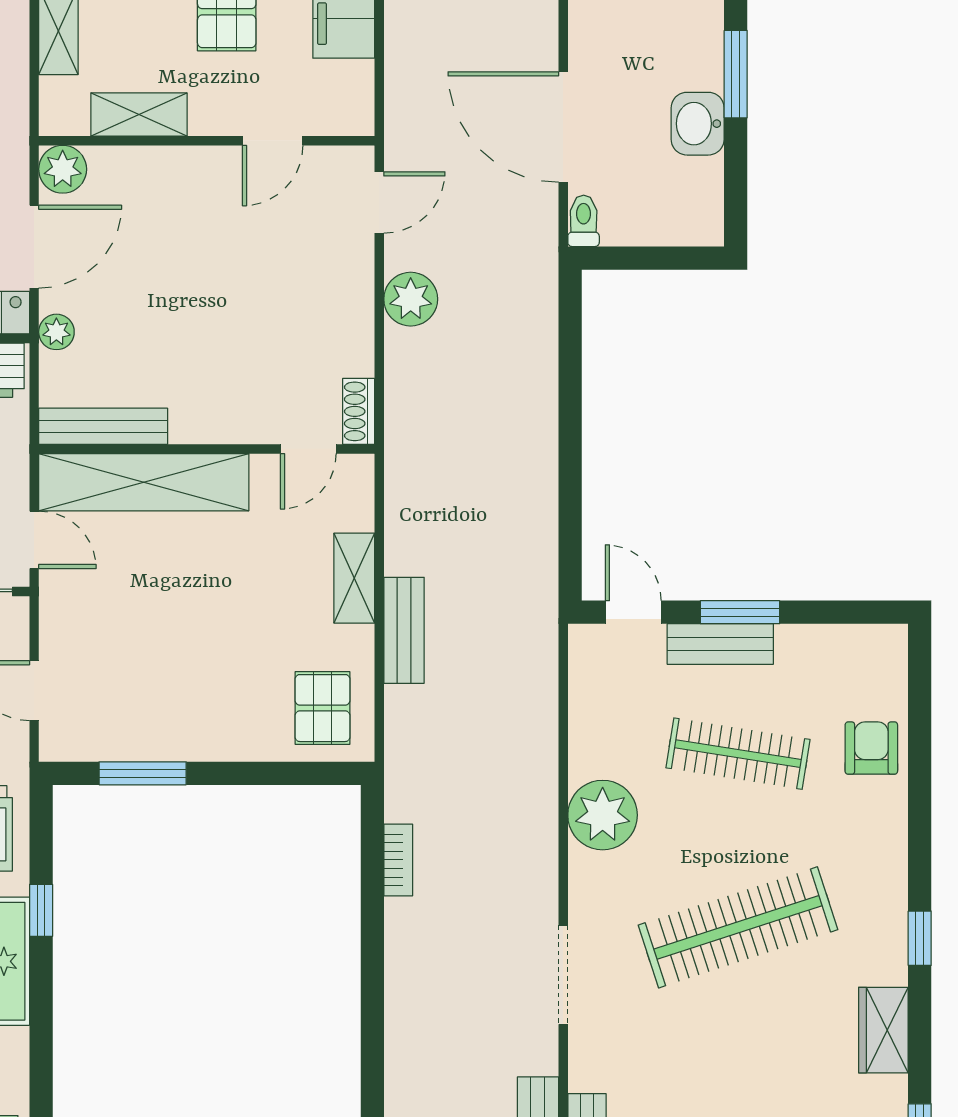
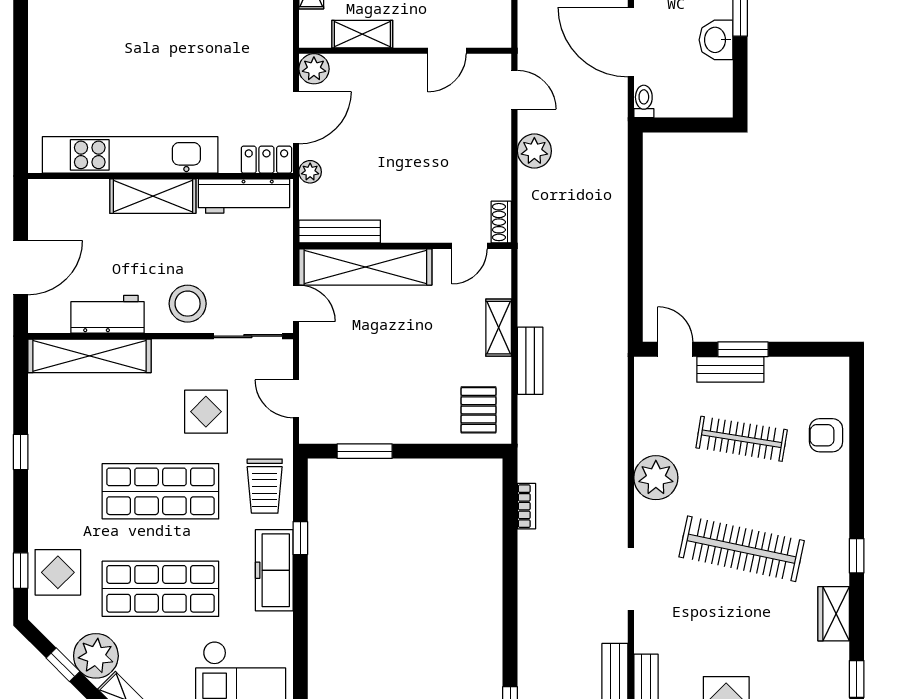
door: (379, 202) -> (514, 90), hinge flipped
armchair: (871, 748) -> (826, 435), turned -90
clothes rail: (738, 927) -> (742, 549), turned 30

